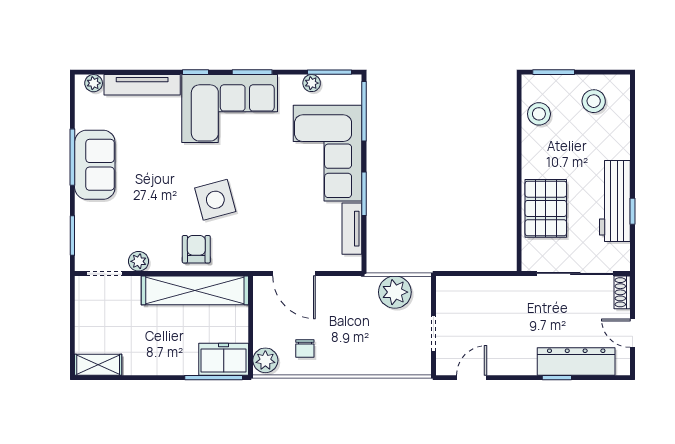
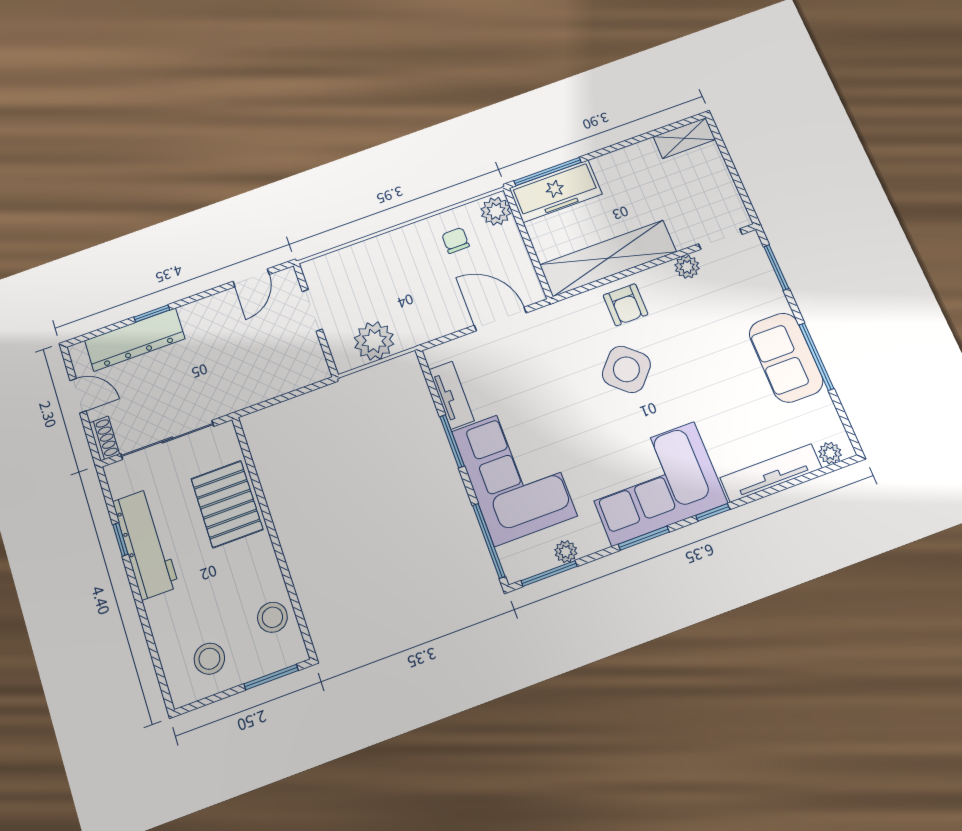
side table: (215, 200) -> (626, 369), turned -33
freezer: (224, 359) -> (556, 191), width x1.40

